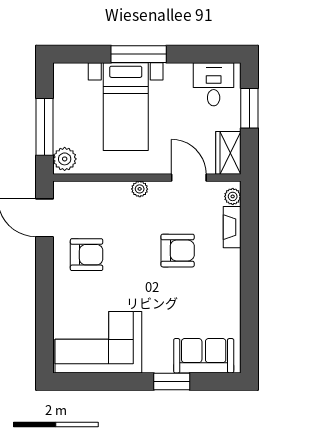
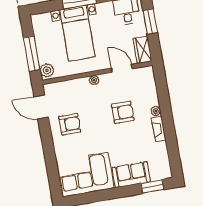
plant: (233, 196) -> (156, 111), moved
fireplace: (232, 227) -> (159, 129), moved
sofa: (204, 356) -> (131, 175), moved
window: (172, 381) -> (152, 186), moved

